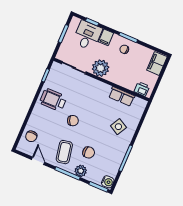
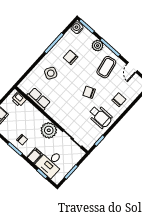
chair: (31, 136) -> (119, 100), moved
chair: (89, 152) -> (71, 57), moved

